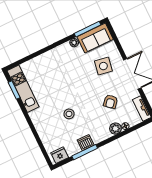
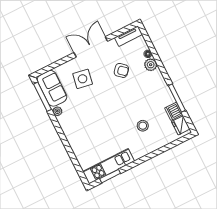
stool: (69, 114) -> (143, 126), moved
dishwasher: (86, 143) -> (174, 111), moved

